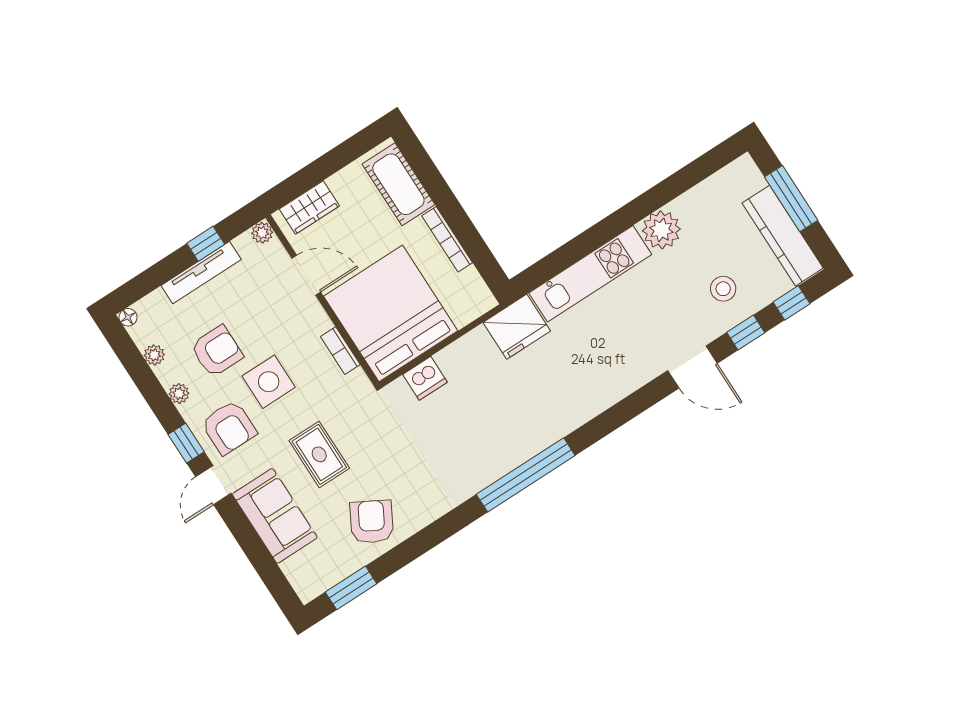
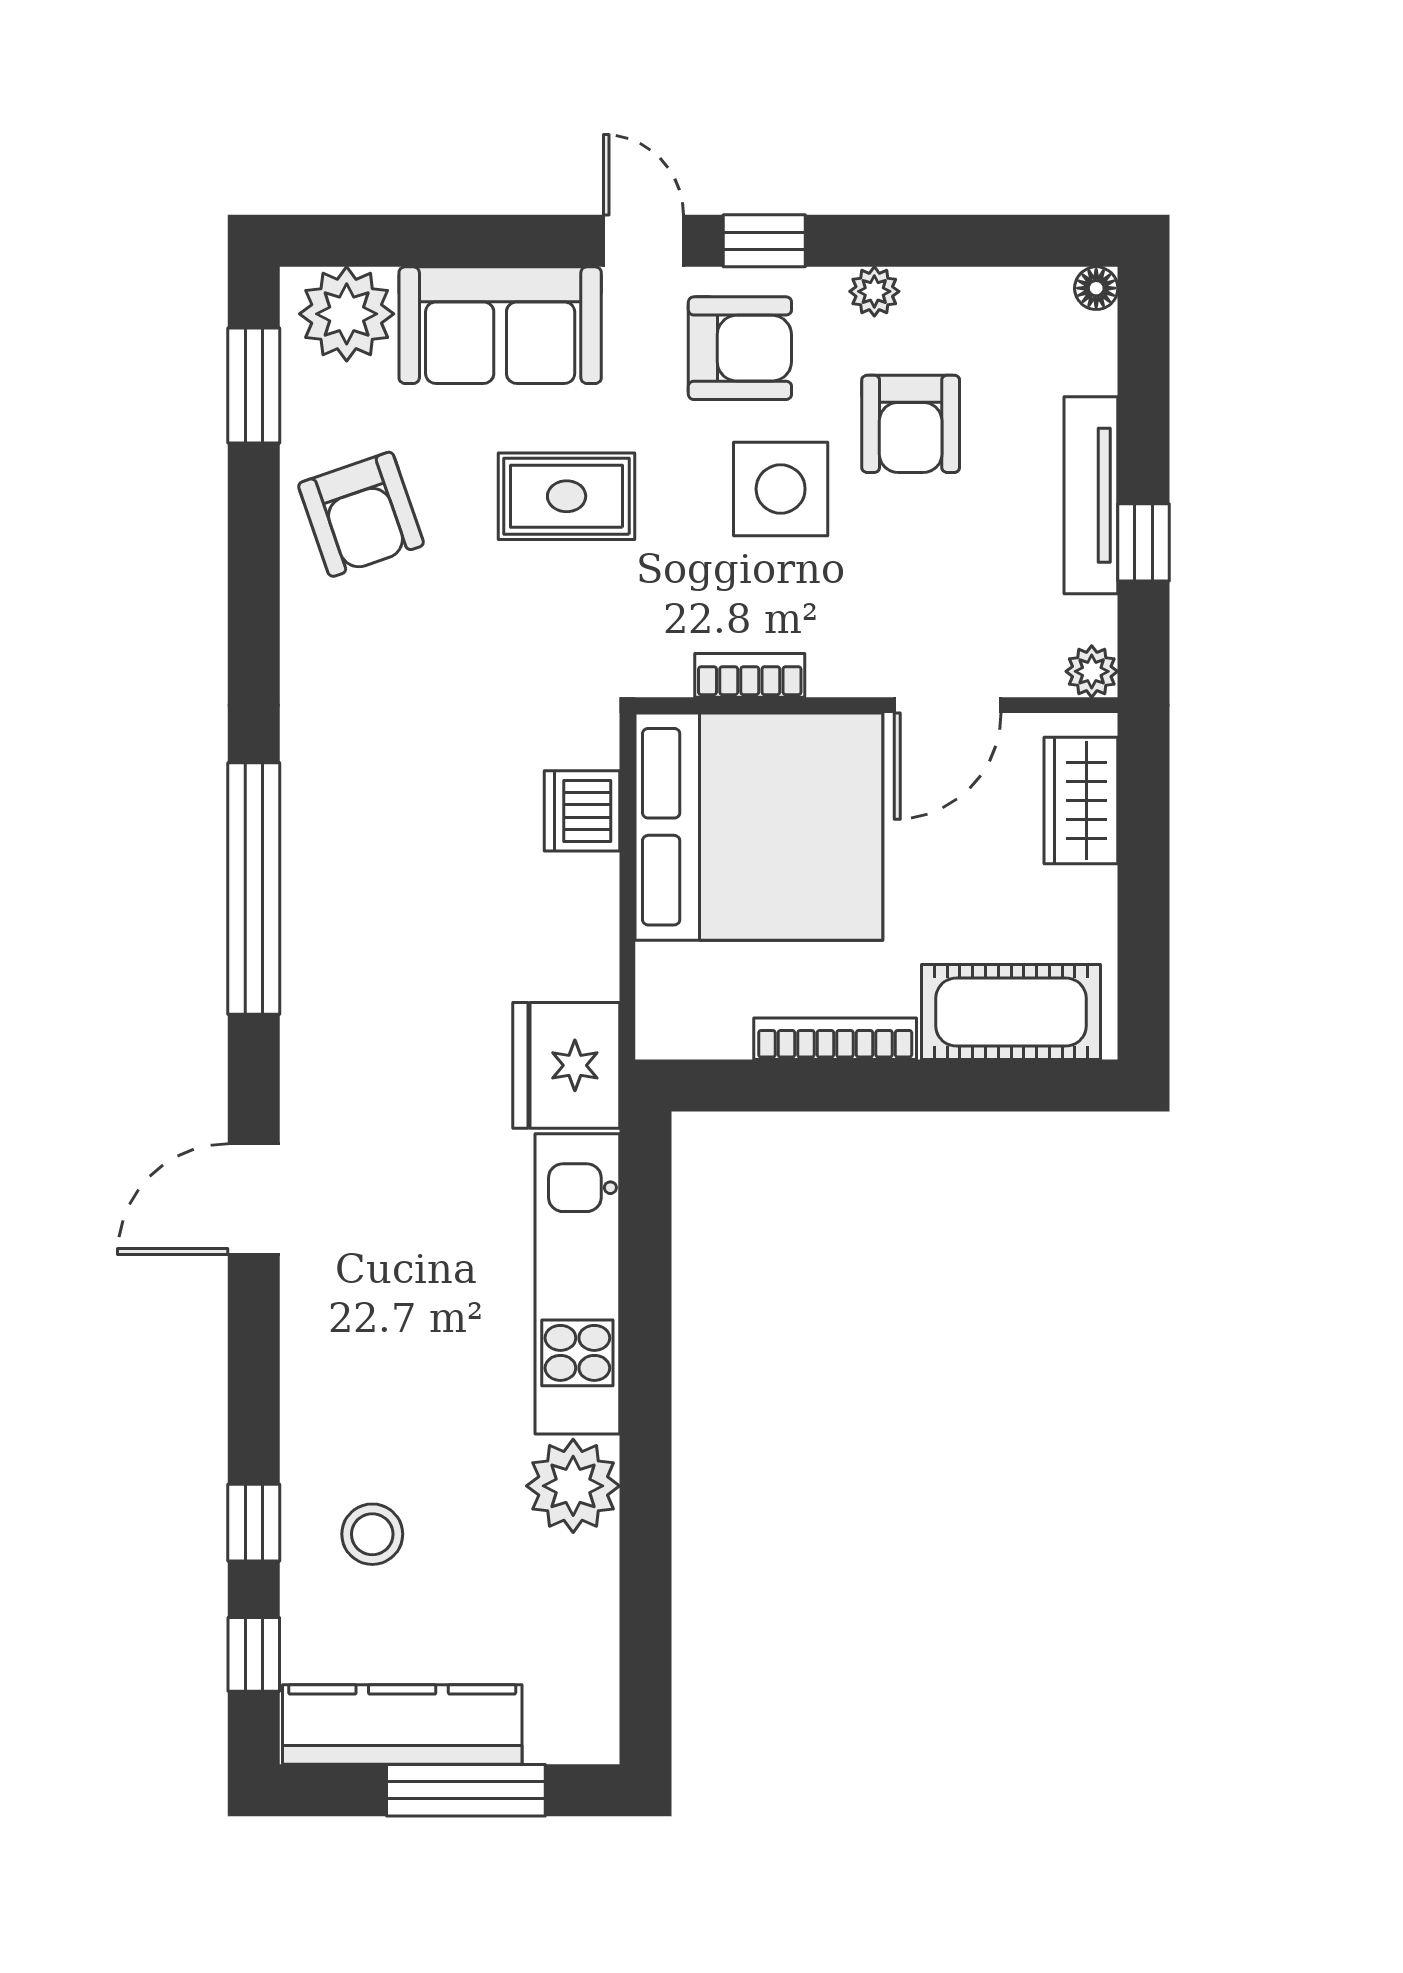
plant: (154, 355) -> (347, 314), moved, width x1.88, depth x1.88
door: (692, 367) -> (254, 1199), moved
armchair: (229, 427) -> (740, 348), turned 180
armchair: (372, 522) -> (361, 514), turned 42

